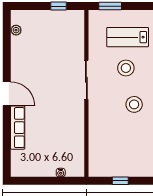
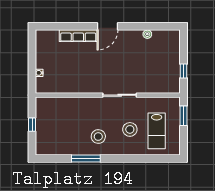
plant: (16, 30) -> (147, 34), moved
lab bench: (128, 37) -> (157, 131), turned 180

